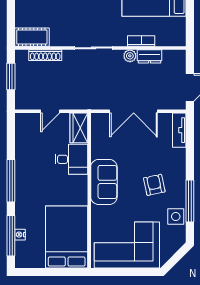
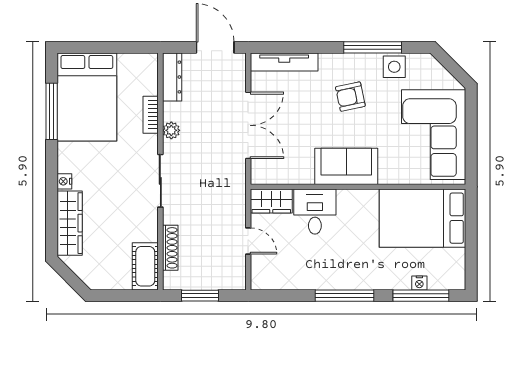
dresser: (150, 56) -> (172, 77), moved, width x1.44
tv unit: (179, 130) -> (284, 62), width x1.41

